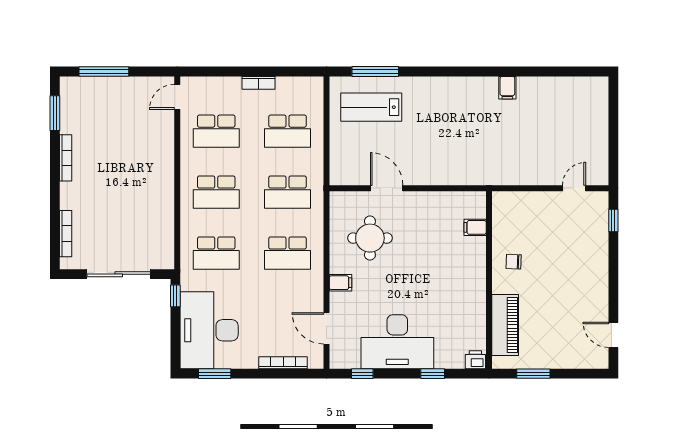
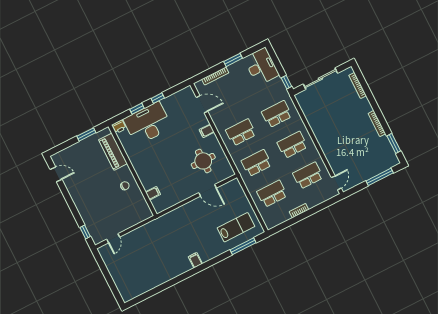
filing cabinet: (507, 88) -> (195, 260), moved
desk: (209, 330) -> (261, 67), width x0.73, depth x0.77
desk: (397, 342) -> (148, 123), moved
window: (215, 374) -> (233, 60), moved
window: (362, 374) -> (158, 98), moved

